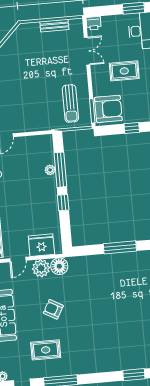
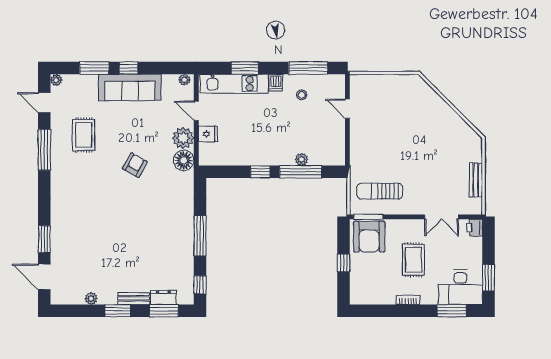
fridge: (41, 245) -> (208, 134), width x0.53, depth x0.75
armchair: (53, 309) -> (135, 165), moved

